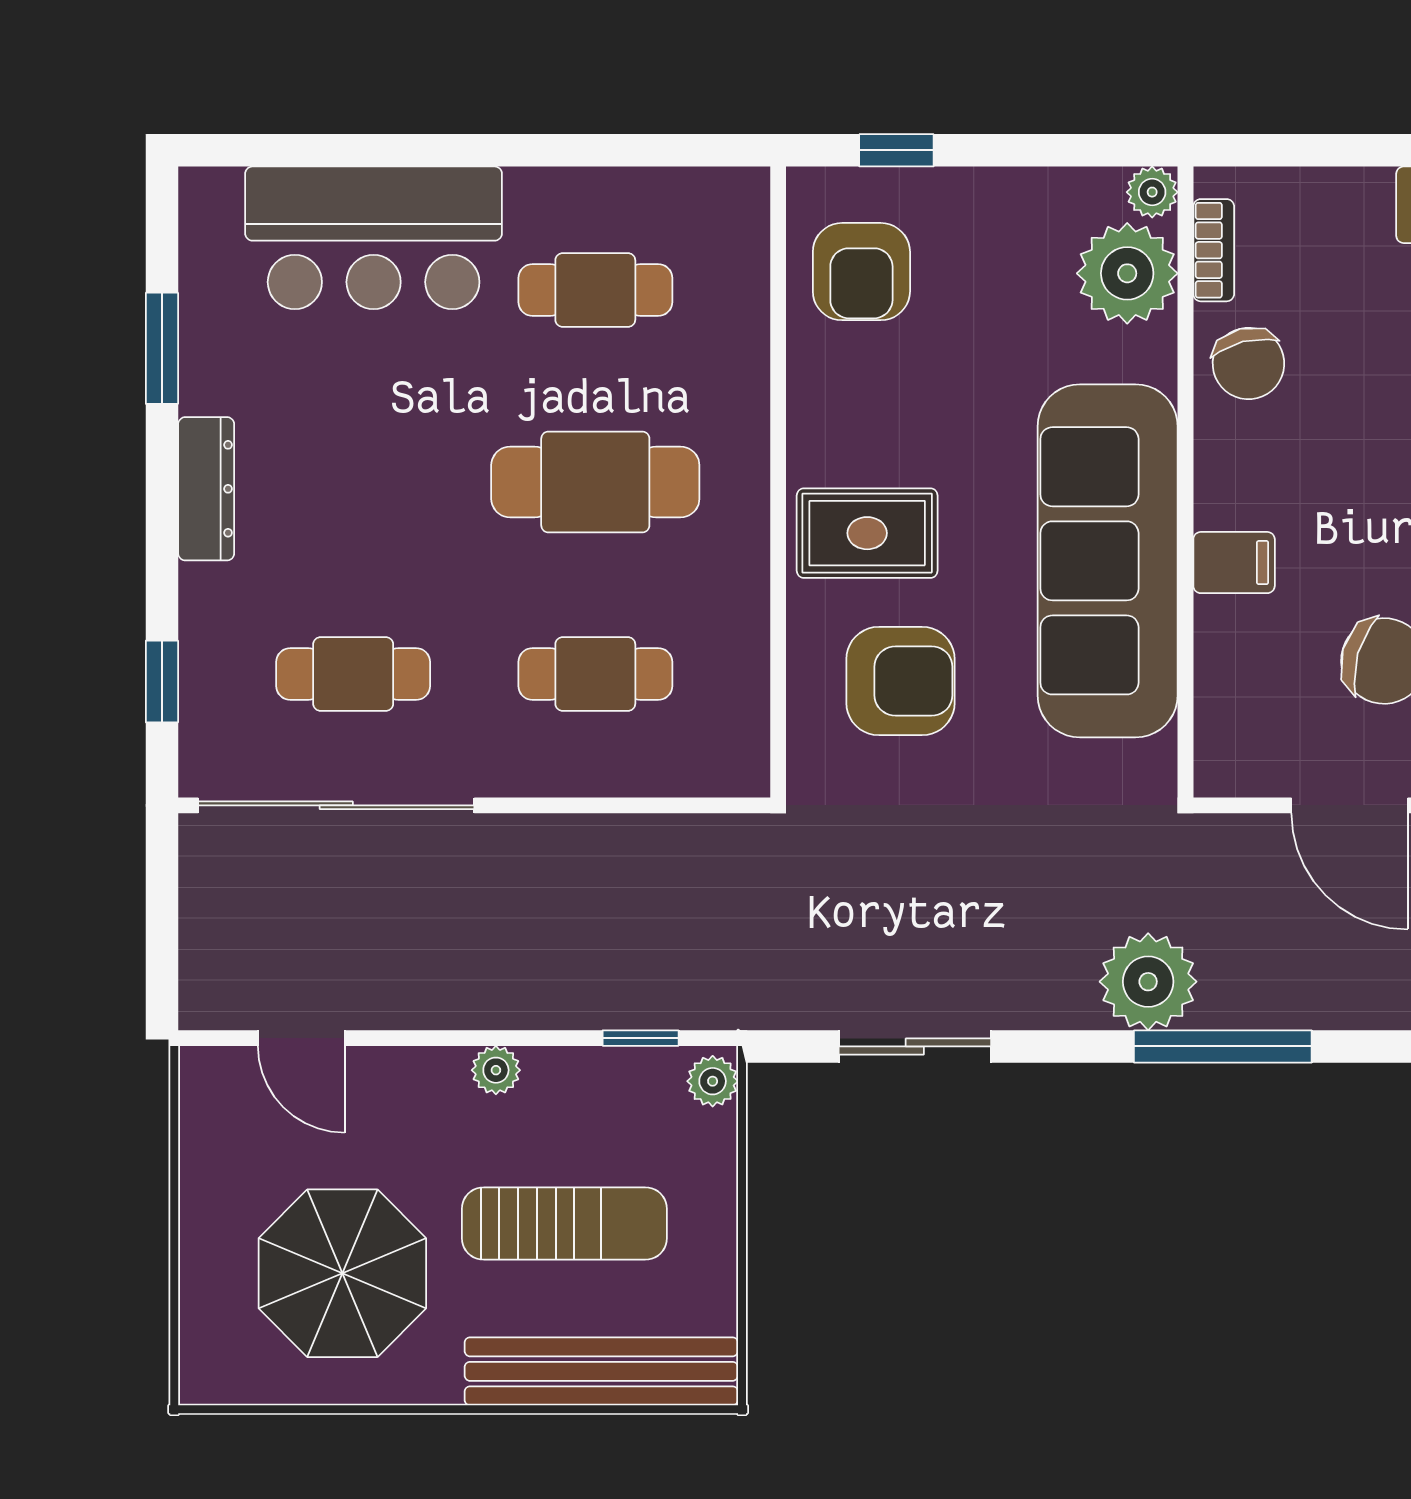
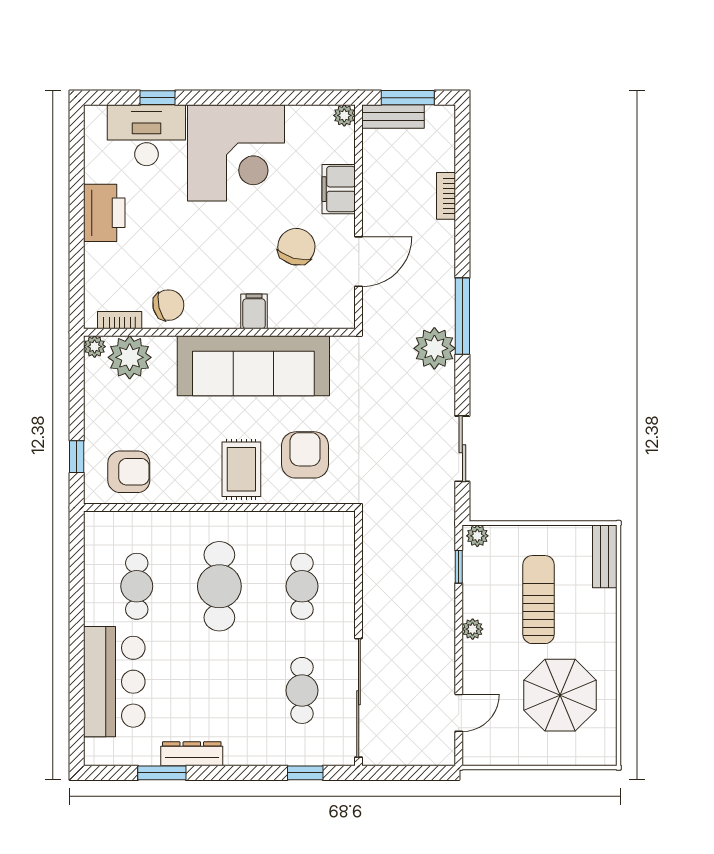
dresser: (206, 489) -> (192, 754), moved
bench: (601, 1371) -> (605, 556), width x0.54, depth x0.82

